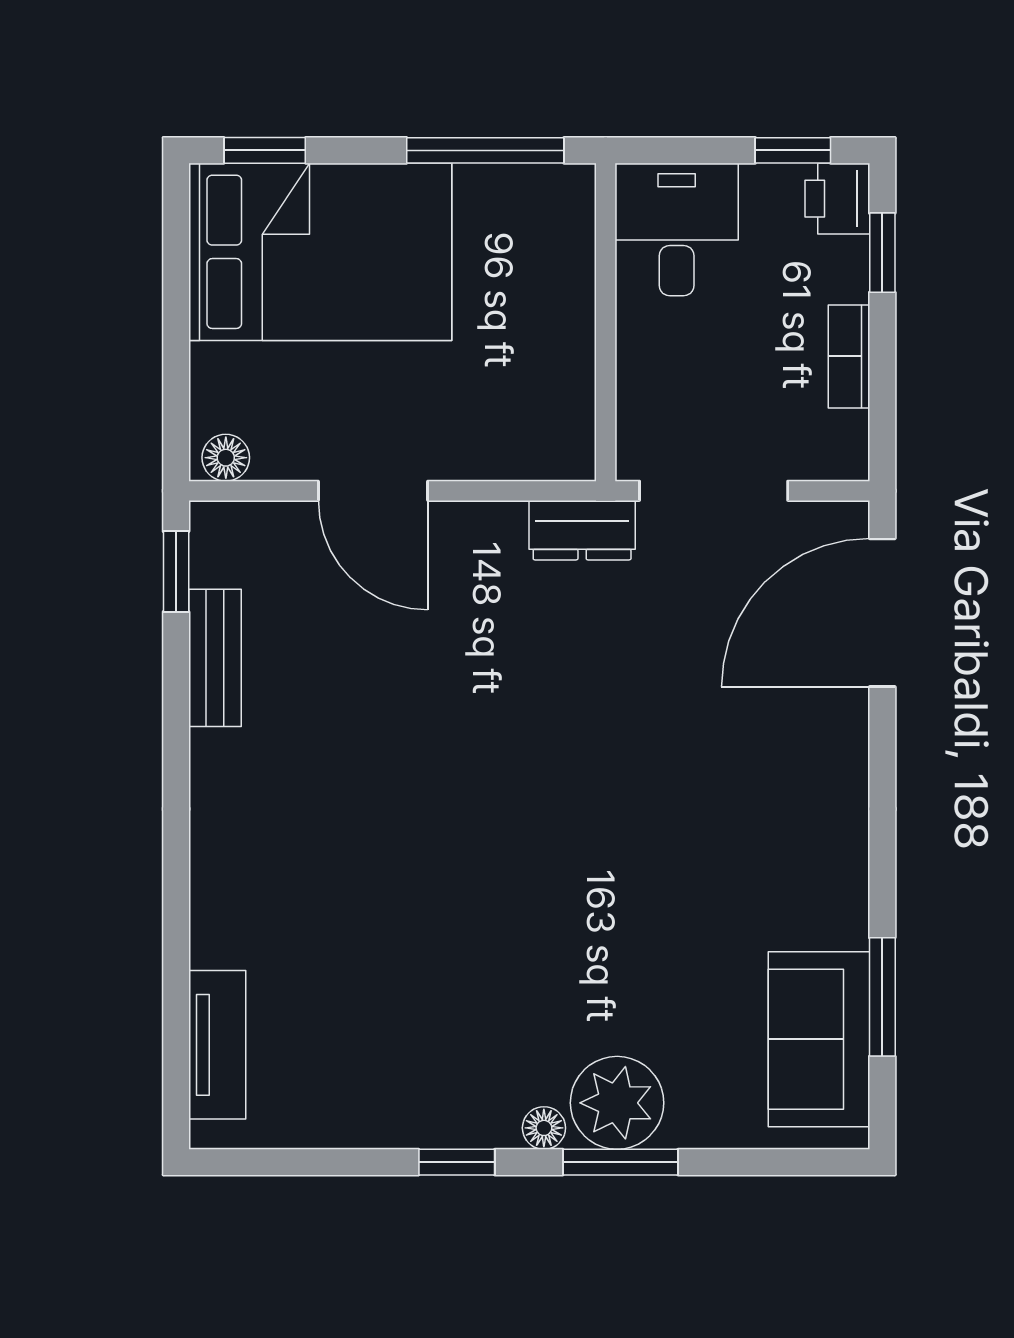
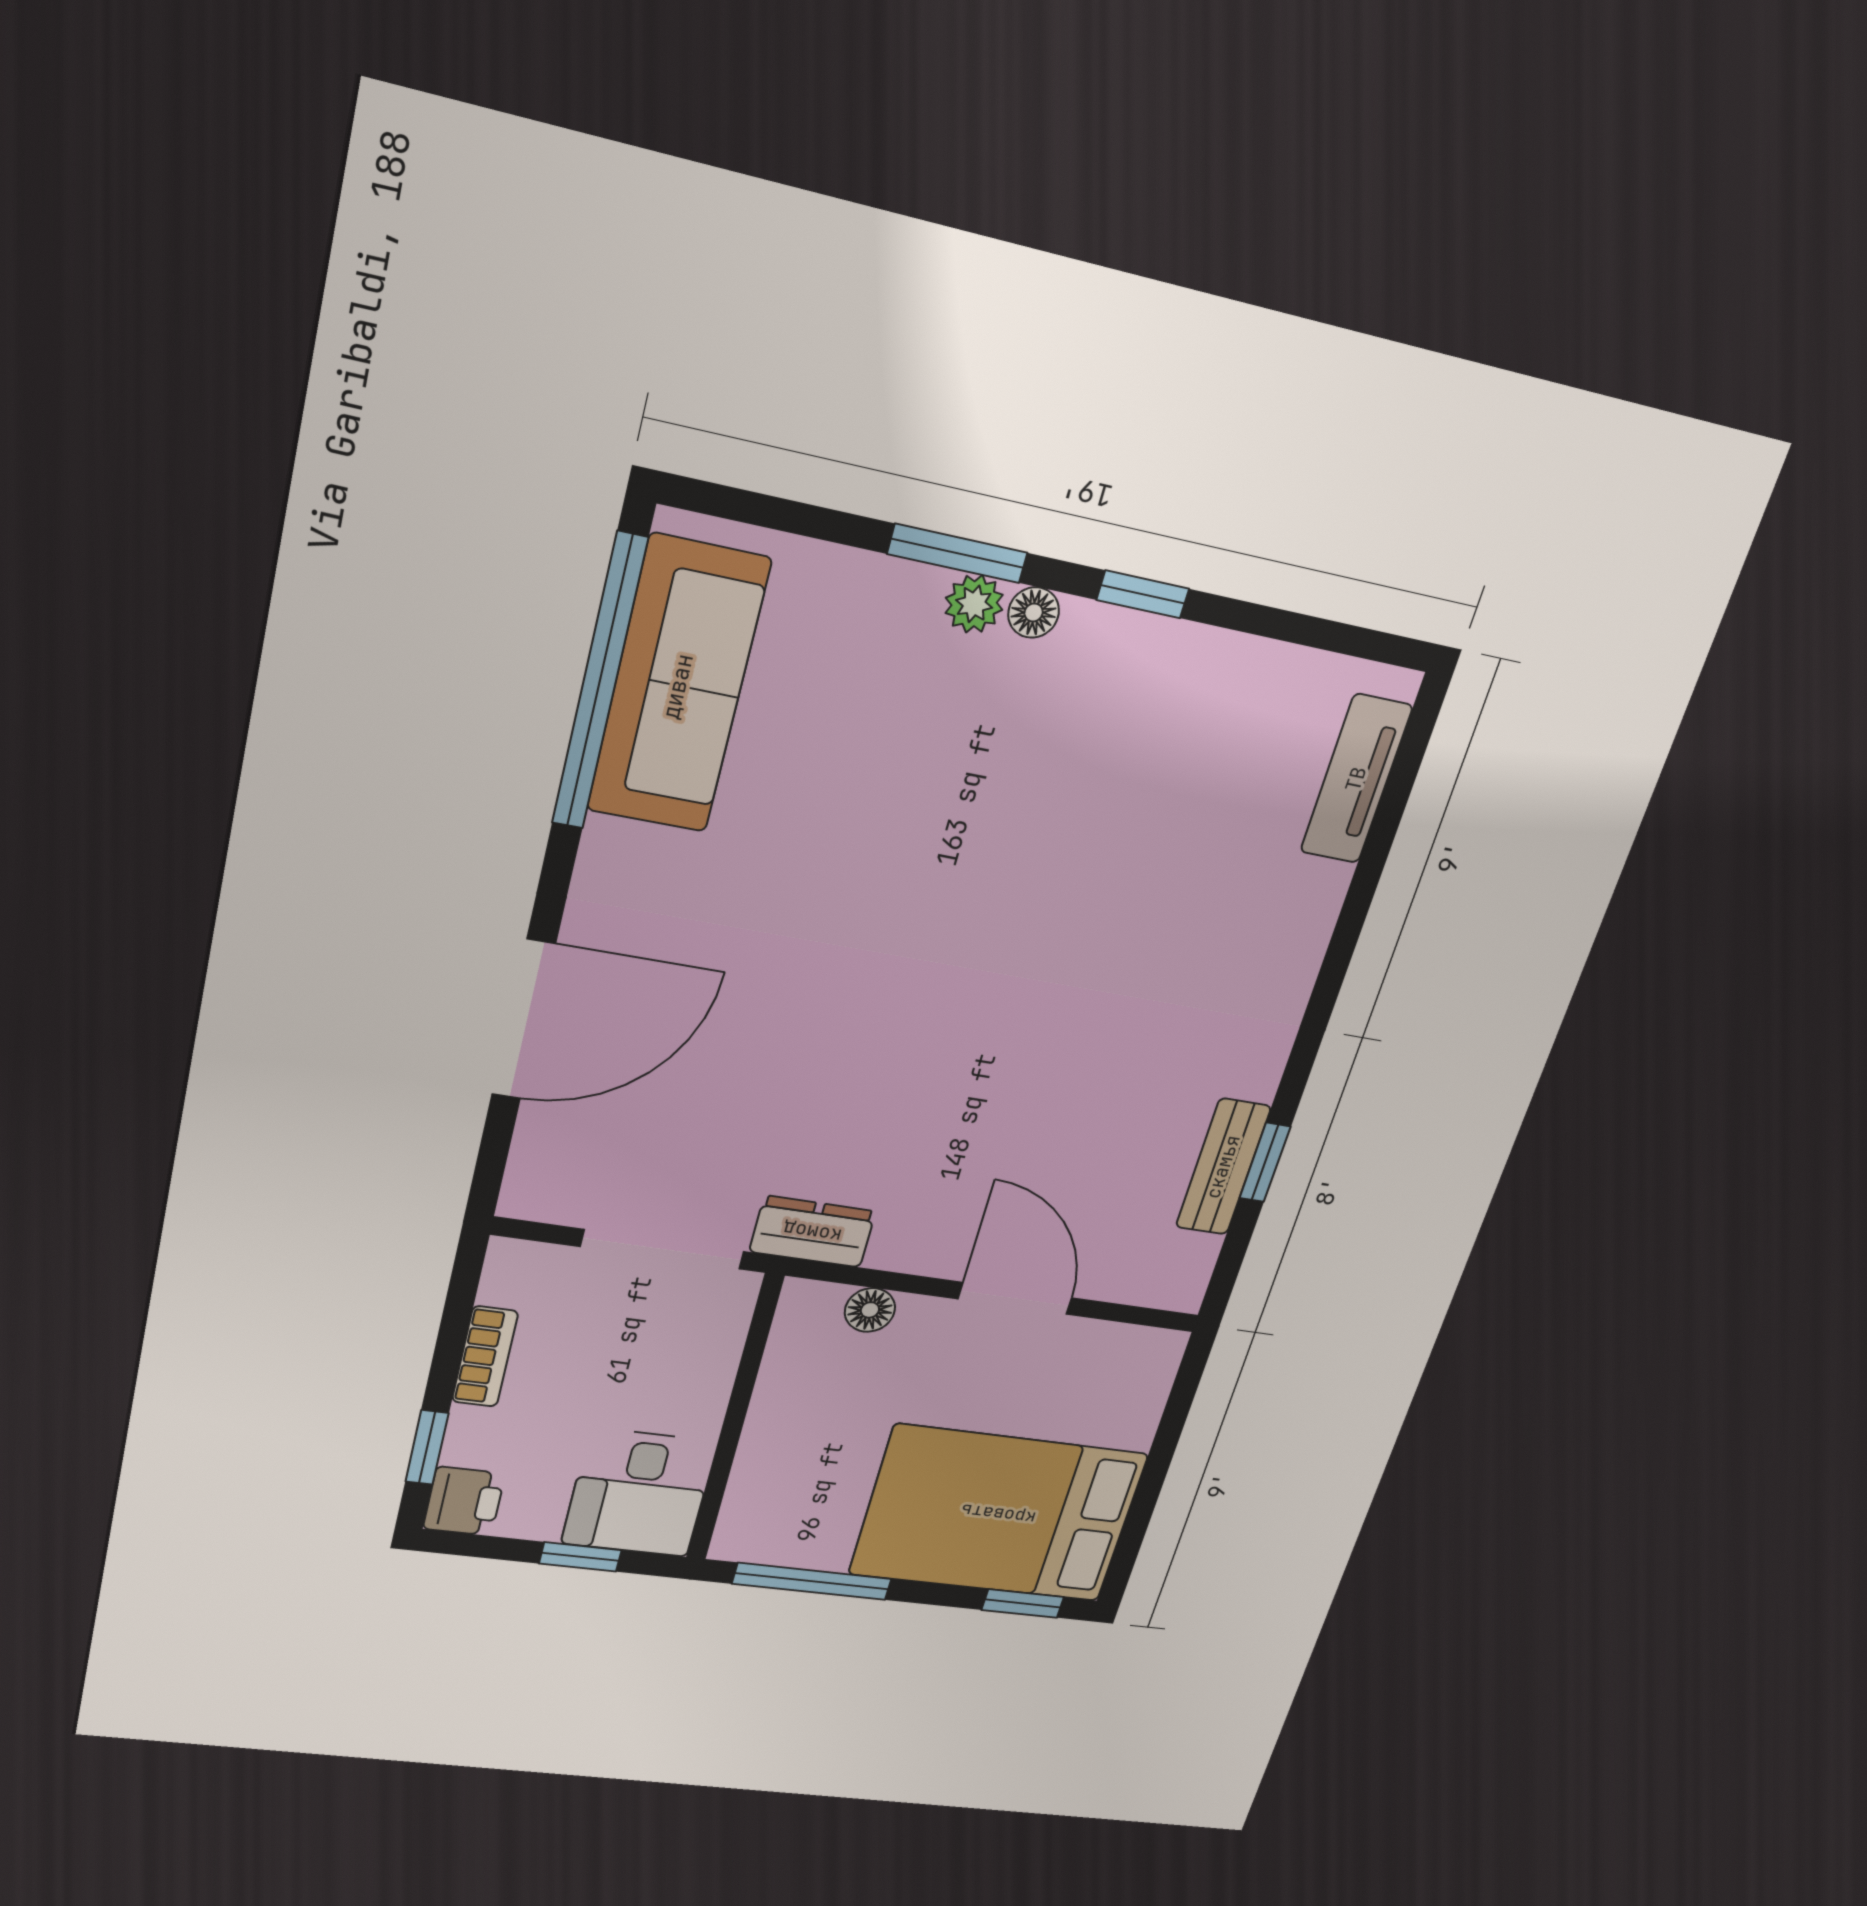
window: (793, 150) -> (580, 1557), moved
floor lamp: (226, 458) -> (870, 1310), moved
window: (176, 572) -> (1265, 1162), moved
door: (882, 613) -> (524, 1020), moved
window: (882, 997) -> (599, 683), width x2.11
sofa: (819, 1039) -> (678, 686), width x1.36
plant: (617, 1103) -> (974, 604), width x0.53, depth x0.53

